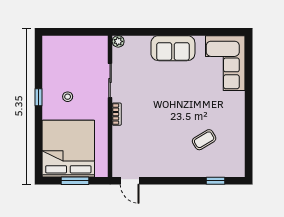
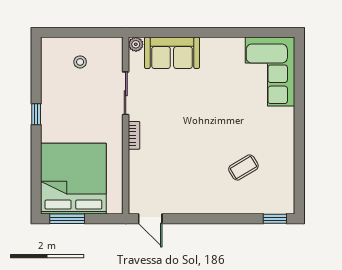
sofa: (173, 48) -> (172, 53), moved
stool: (68, 97) -> (80, 62), moved
window: (75, 181) -> (67, 219), moved
window: (215, 181) -> (275, 219), moved

